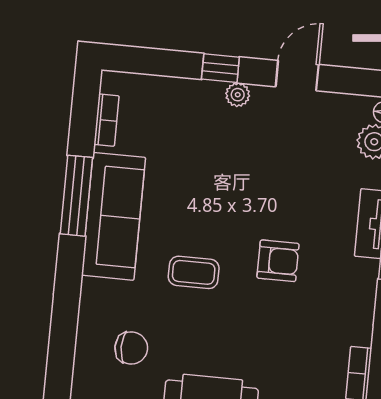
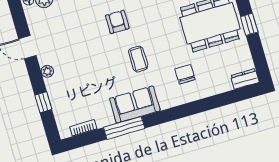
window: (220, 68) -> (43, 102), moved
sofa: (113, 216) -> (135, 105), width x0.73

